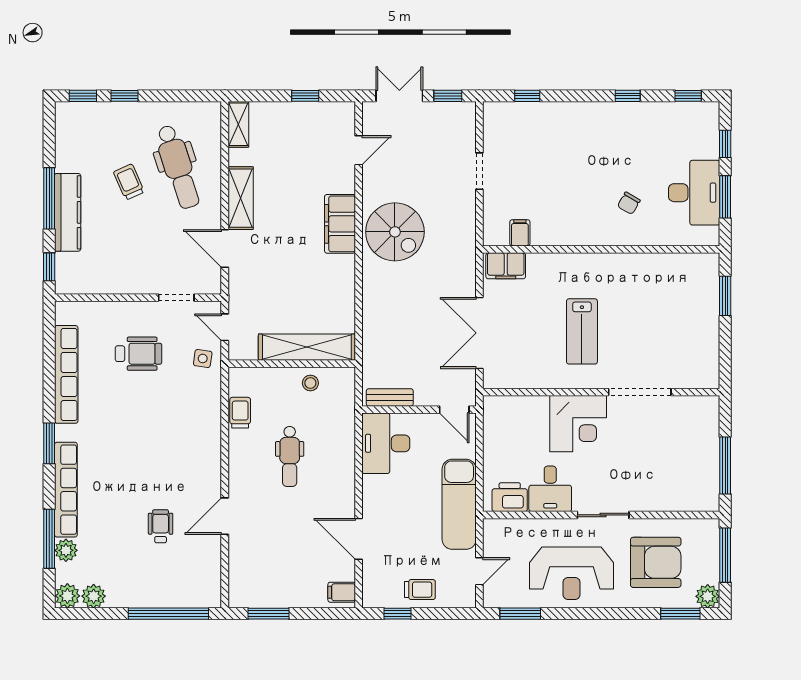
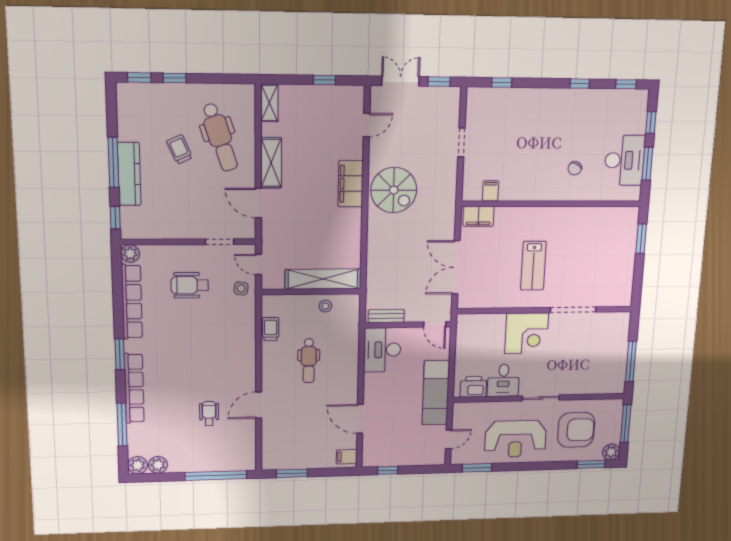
wheelchair: (138, 354) -> (190, 285), turned 180
plant: (66, 550) -> (130, 254), moved
trolley: (420, 590) -> (405, 453), removed

